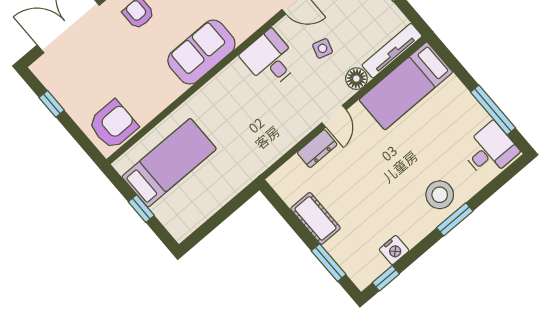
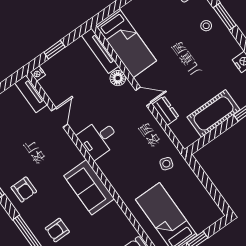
side table: (323, 48) -> (166, 164), moved
stool: (440, 195) -> (206, 26), width x0.53, depth x0.53
cot: (316, 218) -> (214, 113), width x1.37, depth x1.34

